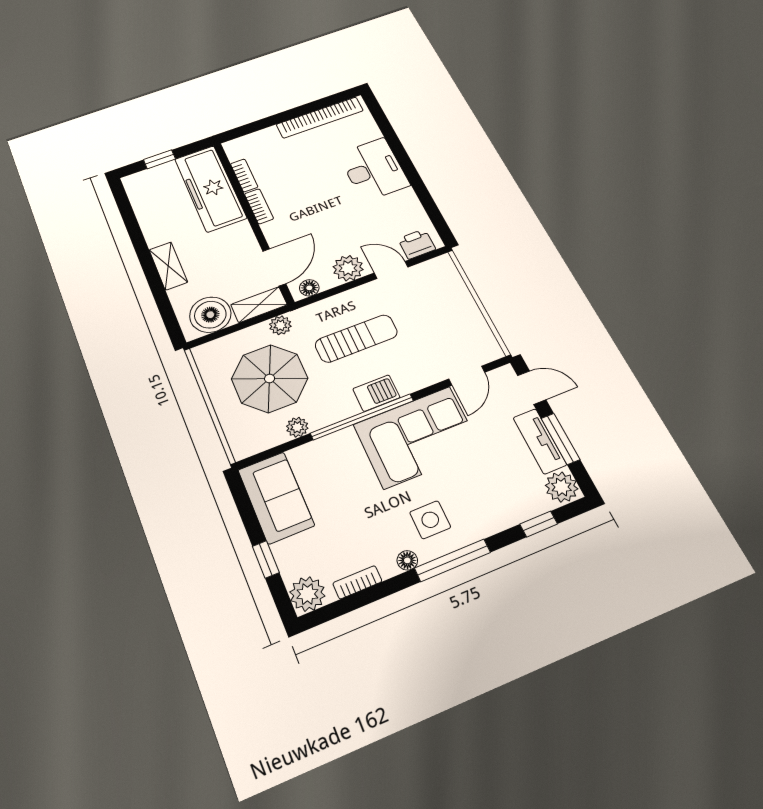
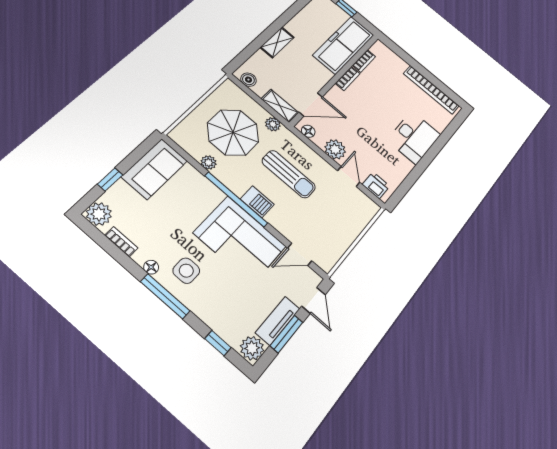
boiler: (210, 315) -> (248, 80), width x0.54, depth x0.54

